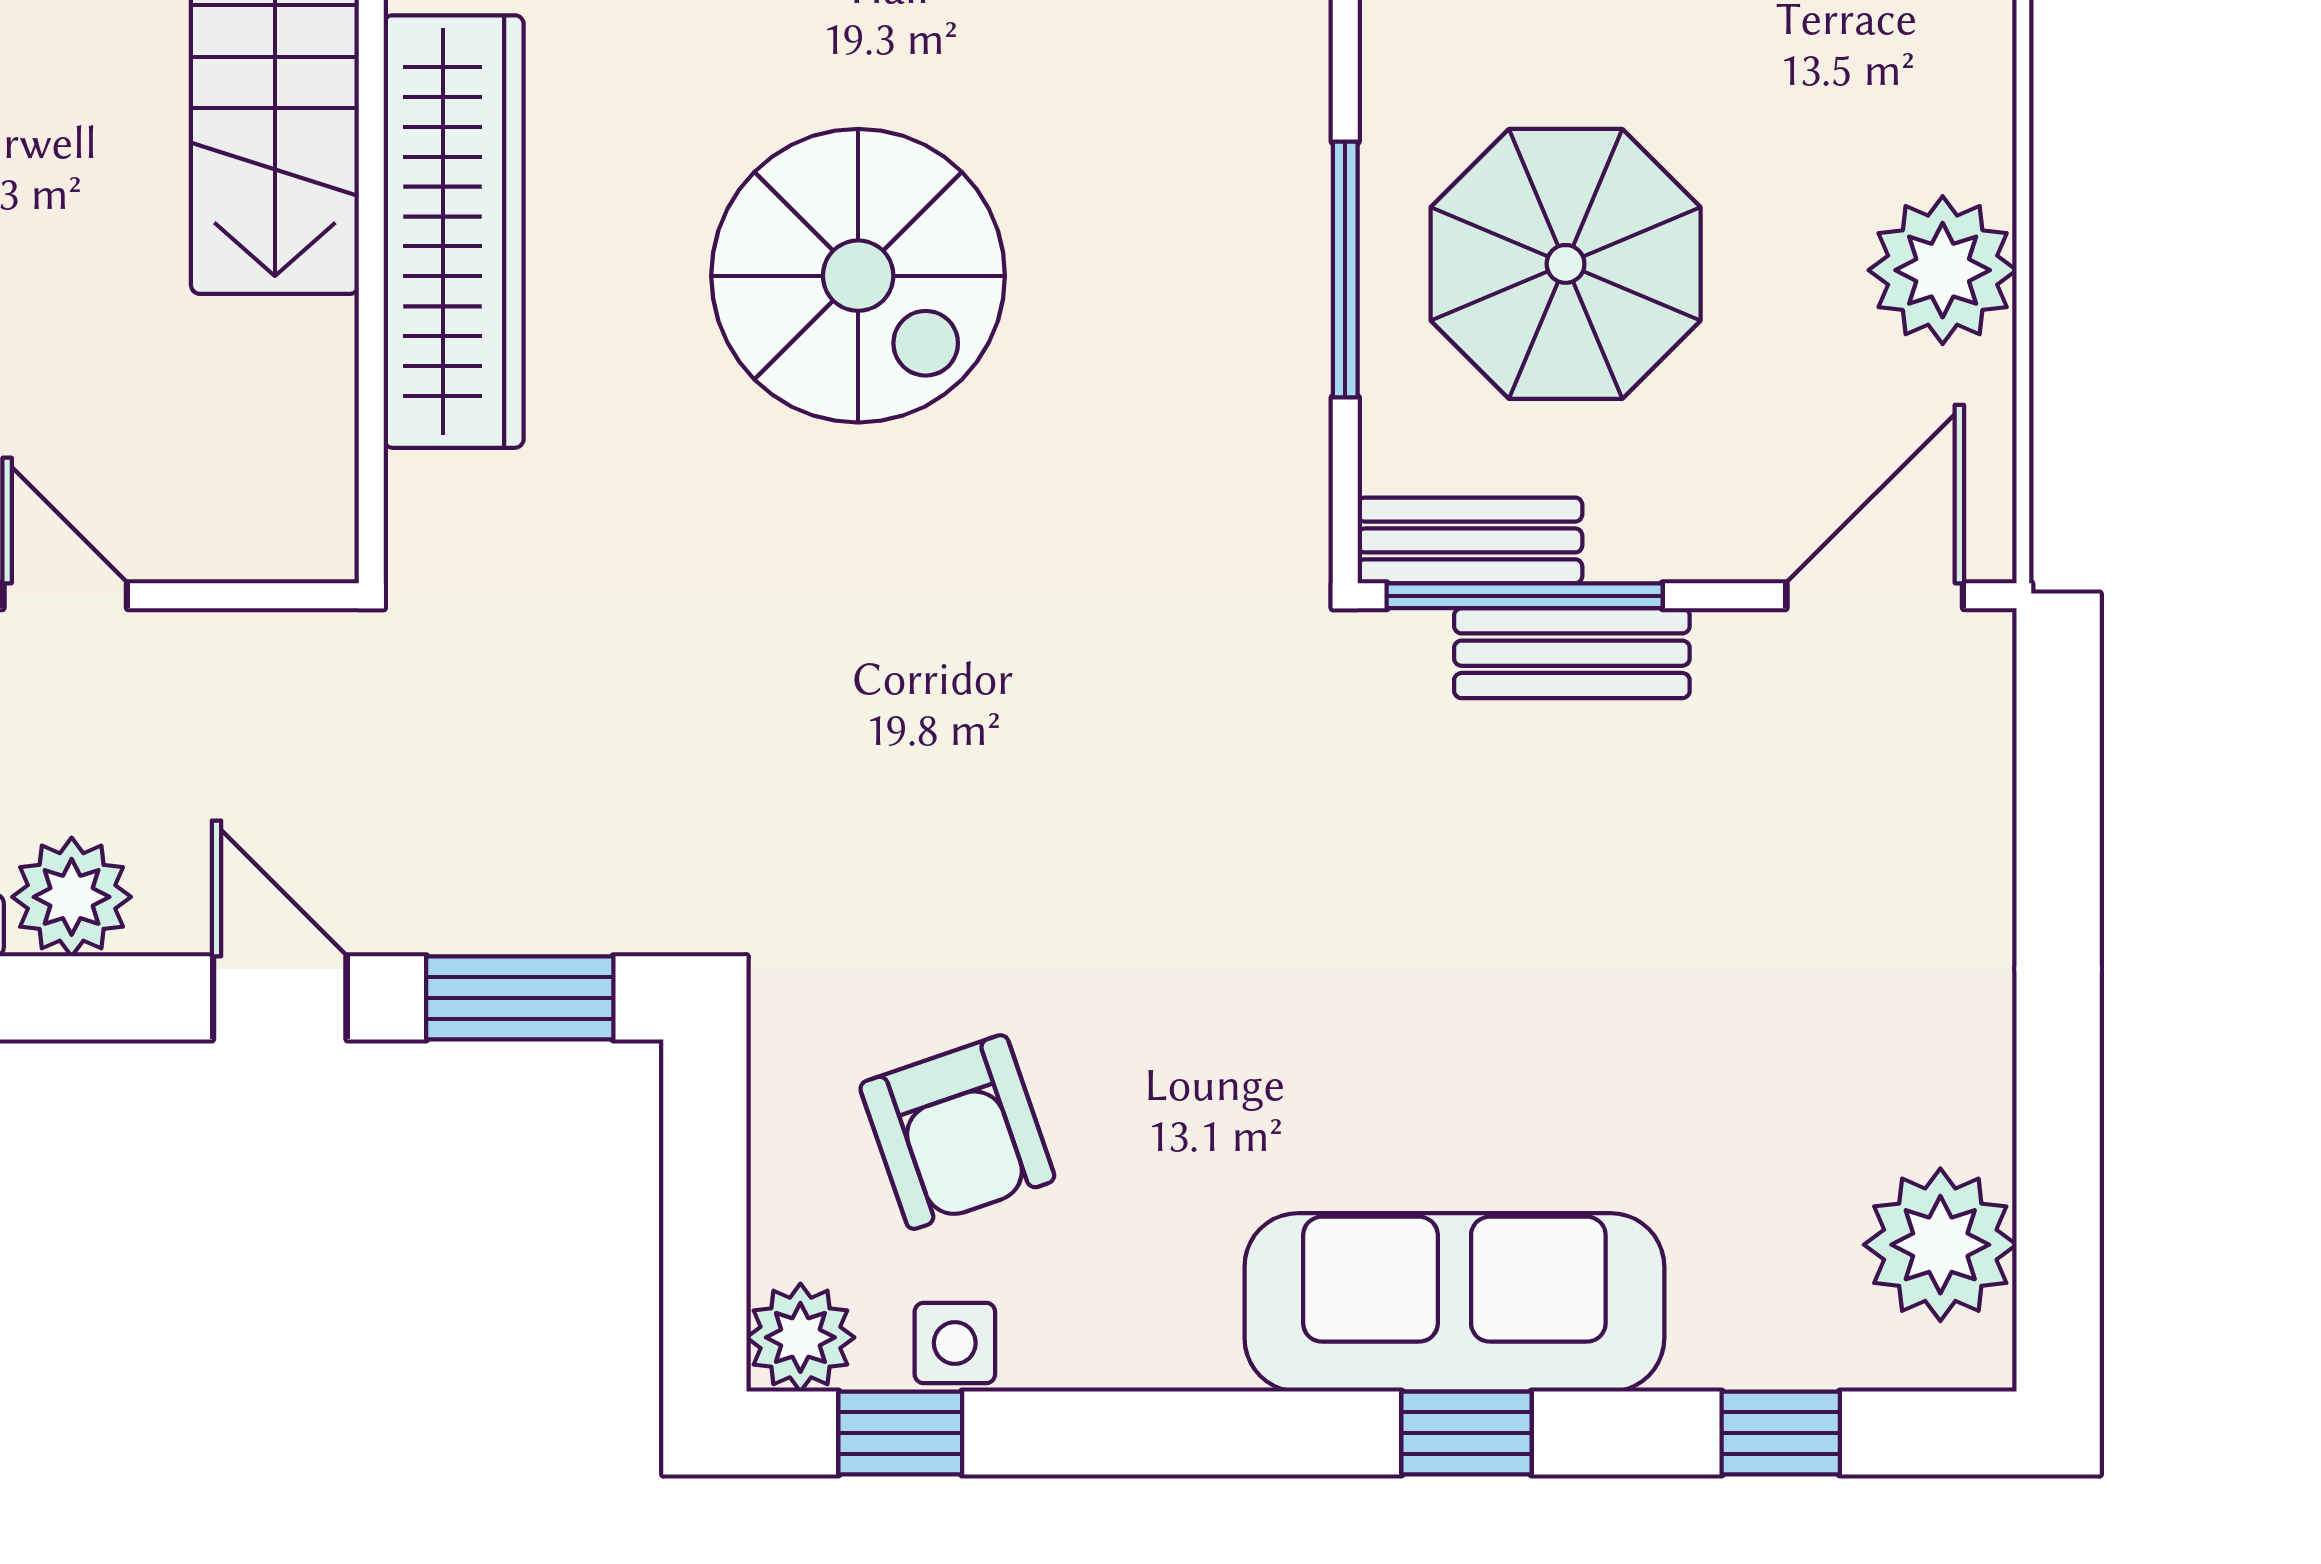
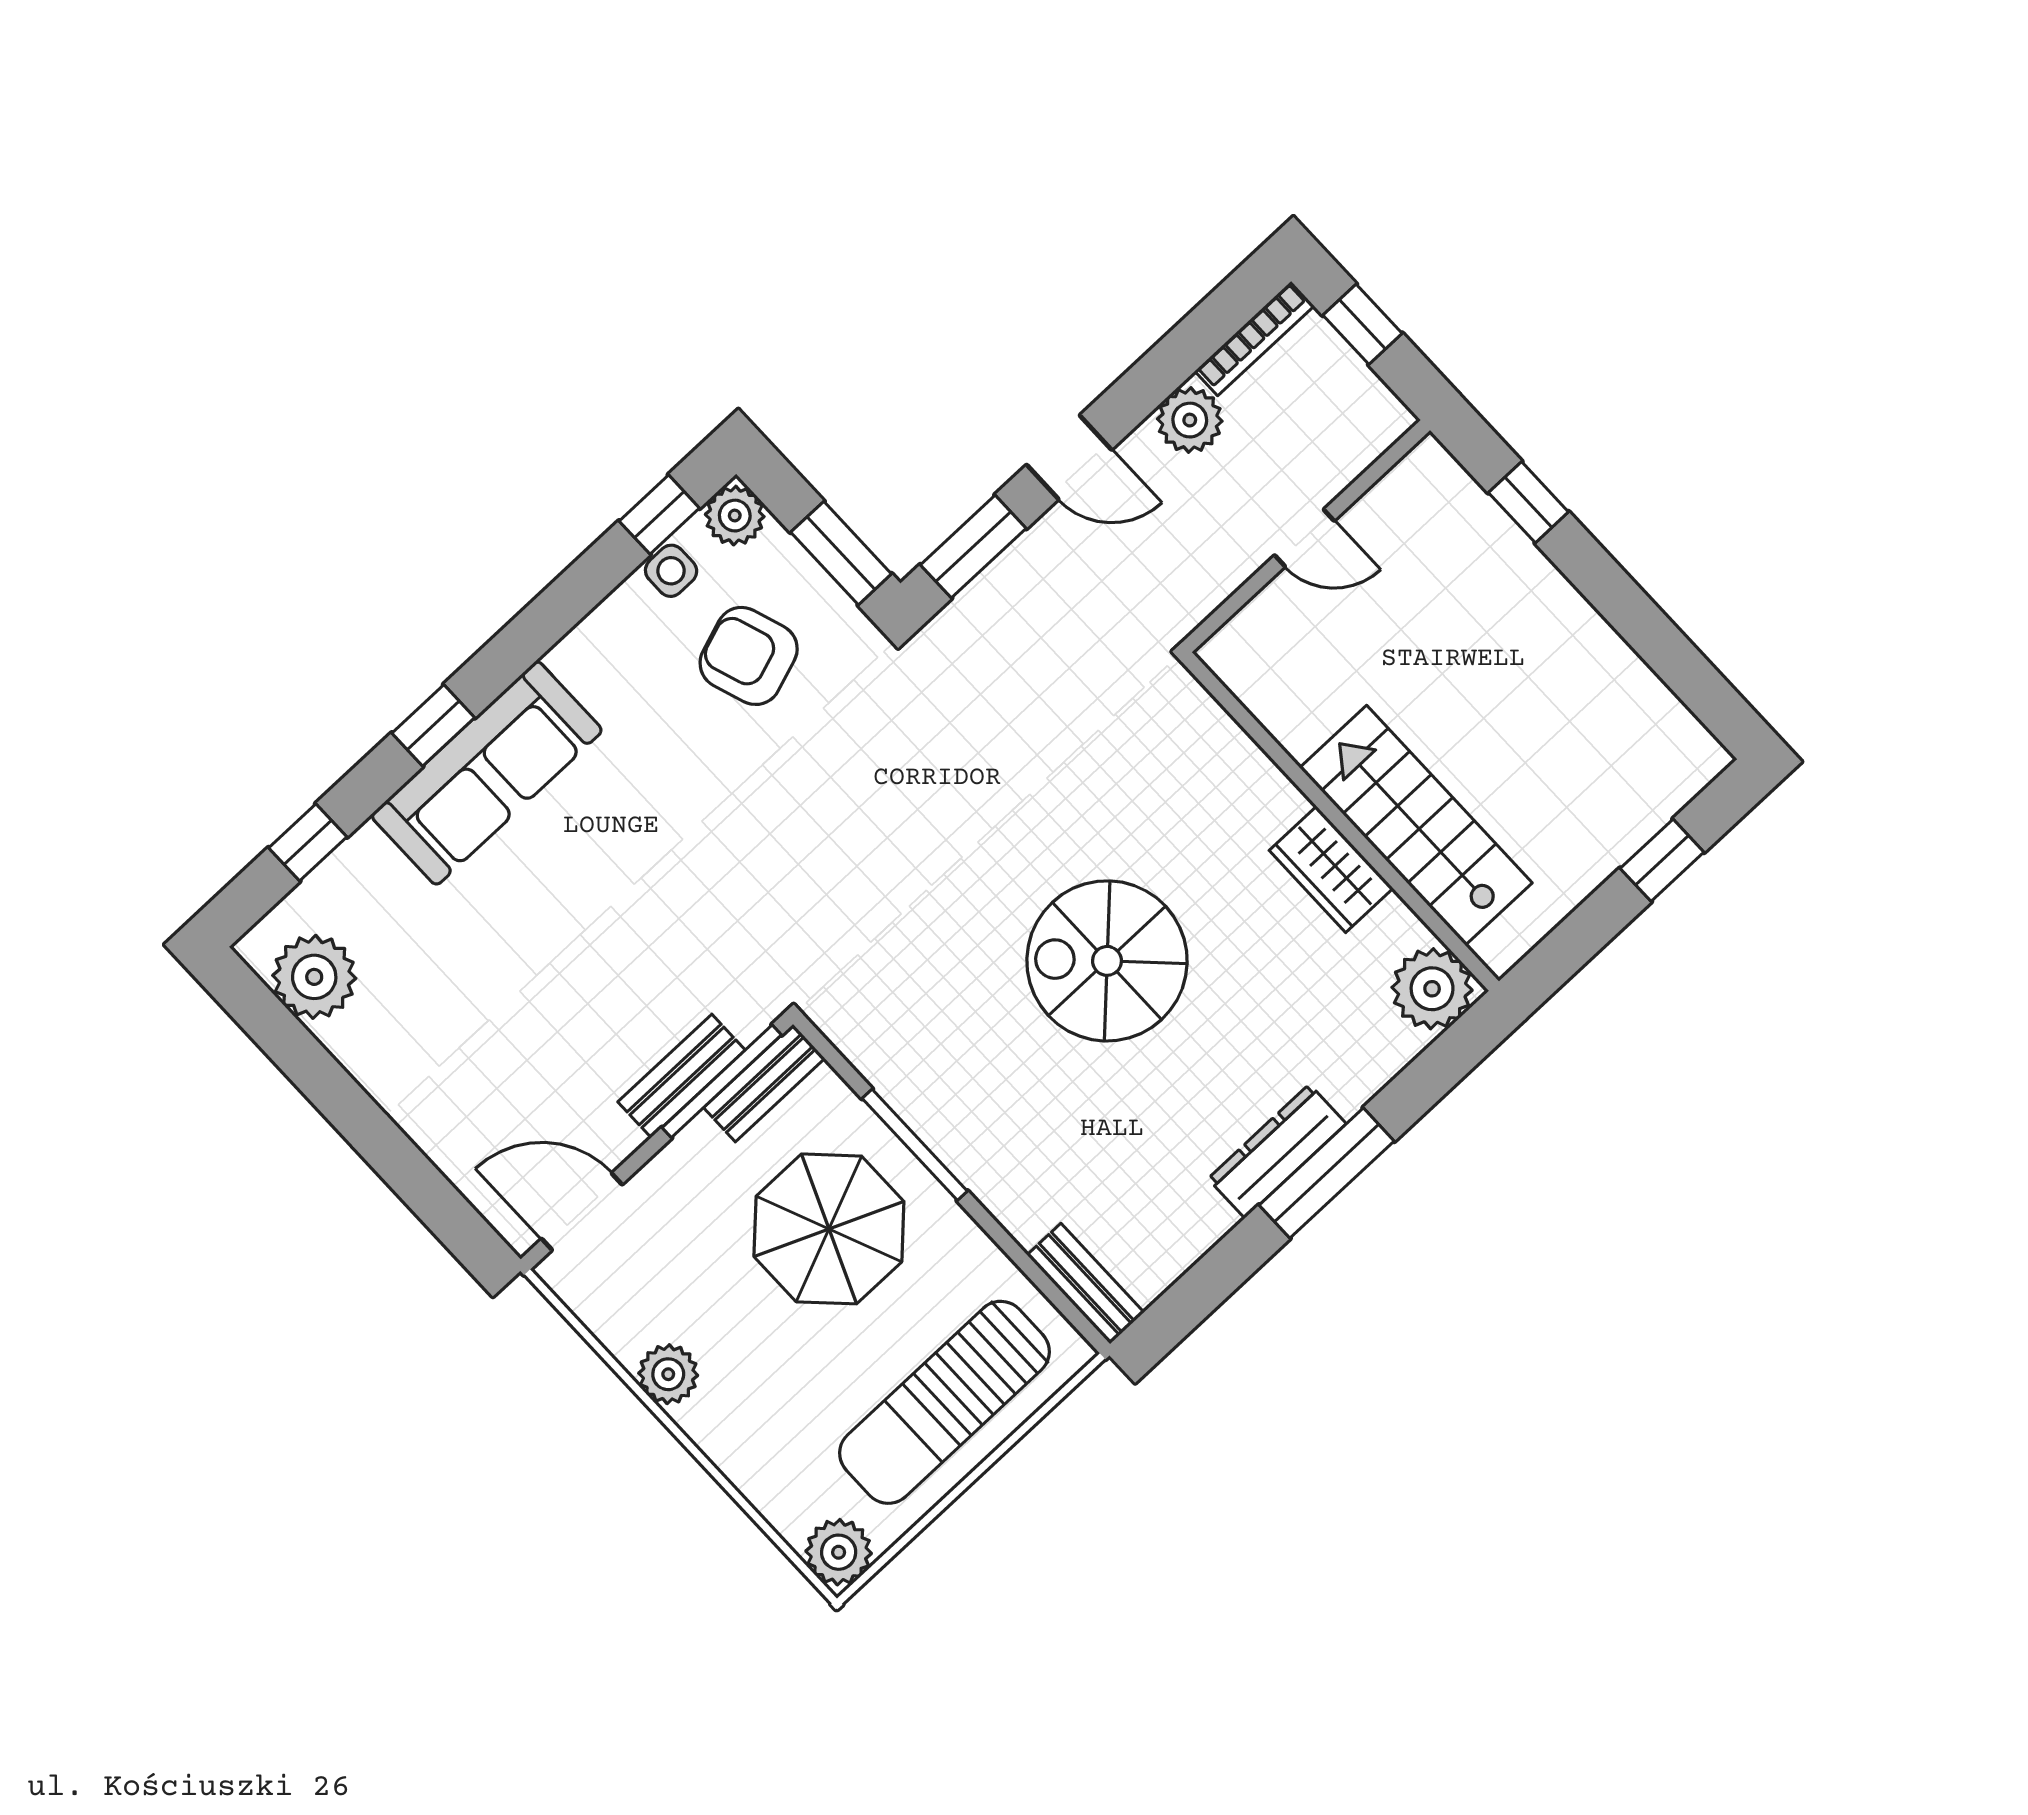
wardrobe: (454, 232) -> (1331, 869), width x0.48, depth x0.85
plant: (1943, 270) -> (668, 1374), width x0.73, depth x0.73
door: (1875, 596) -> (582, 1212), swing flipped
window: (705, 1154) -> (841, 553), added

